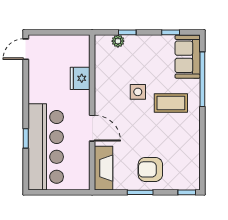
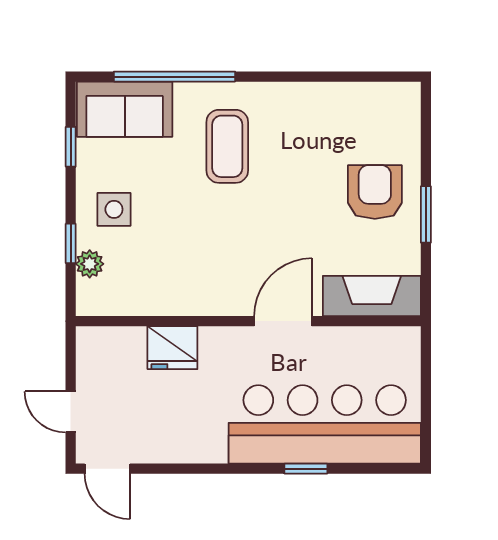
door: (51, 32) -> (71, 412), added
side table: (138, 92) -> (114, 209), moved
armchair: (150, 169) -> (375, 192), turned 180
window: (187, 192) -> (426, 111), removed

